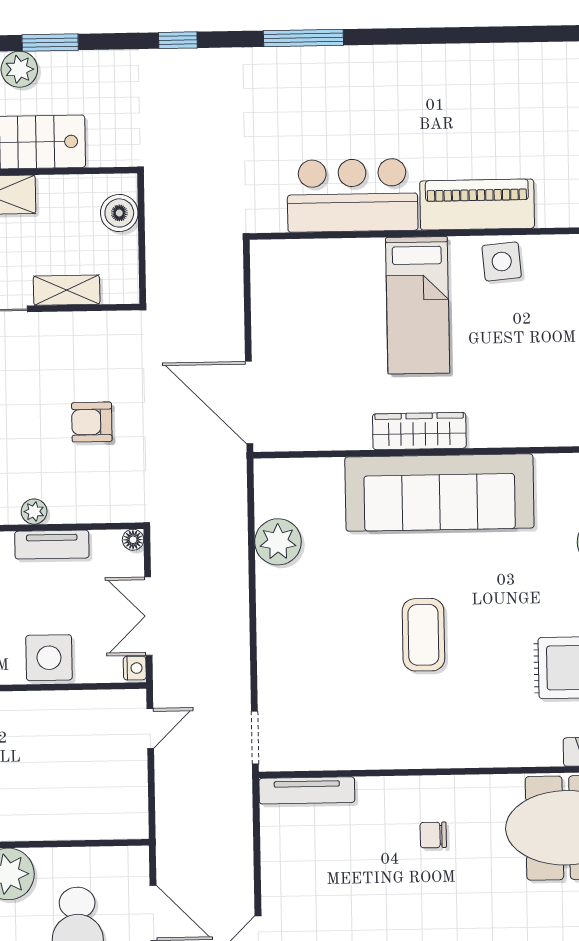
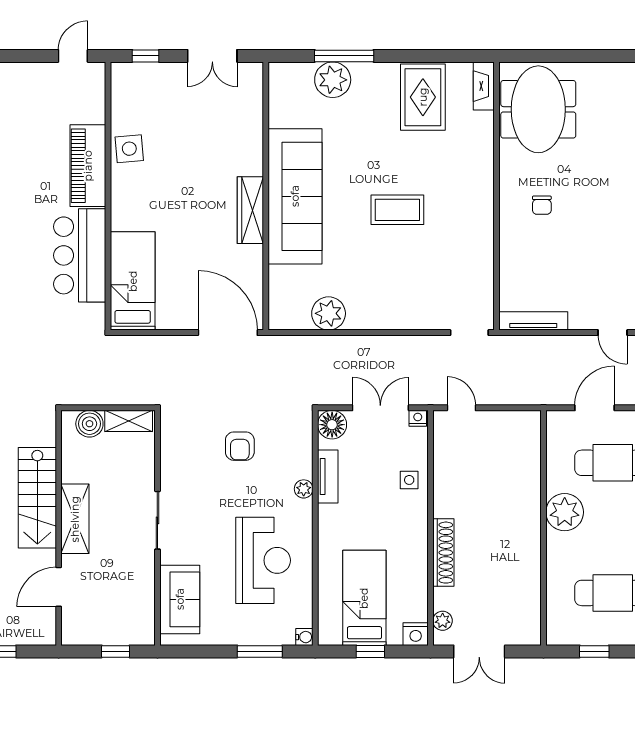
shelving: (67, 290) -> (129, 421), moved, turned 90
bed: (418, 305) -> (133, 281), moved, turned -90
door: (249, 403) -> (228, 333), swing flipped
floor lamp: (133, 540) -> (332, 425), width x1.89, depth x1.89
double door: (148, 616) -> (380, 408), swing flipped
side table: (49, 658) -> (409, 480), width x0.54, depth x0.54
tv unit: (307, 790) -> (533, 321), moved, turned -90

